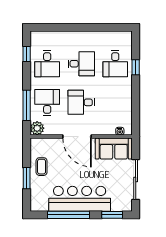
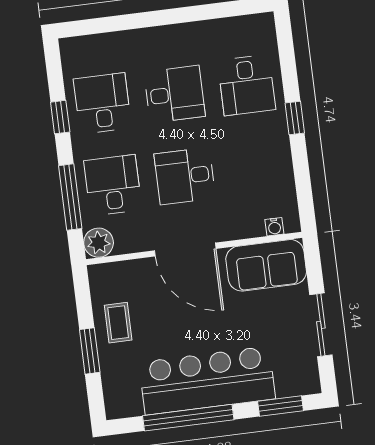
window: (27, 54) -> (60, 117), moved
desk: (47, 64) -> (102, 103), turned 180
window: (136, 67) -> (295, 118), moved
sliding door: (136, 179) -> (321, 325), width x0.73

